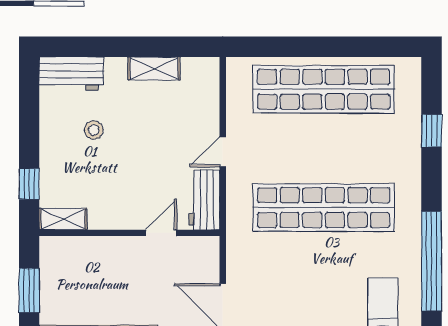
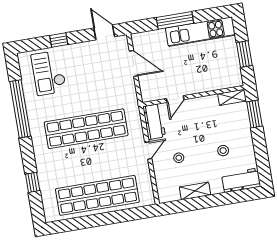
stool: (172, 130) -> (179, 158), added
window: (29, 184) -> (254, 114), width x1.50

